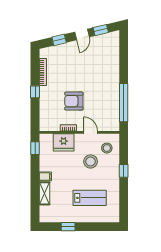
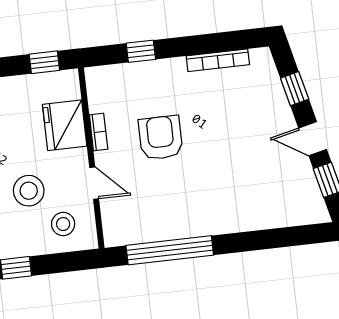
window: (35, 92) -> (141, 51), moved
door: (90, 132) -> (94, 183), hinge flipped

